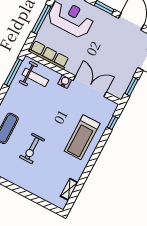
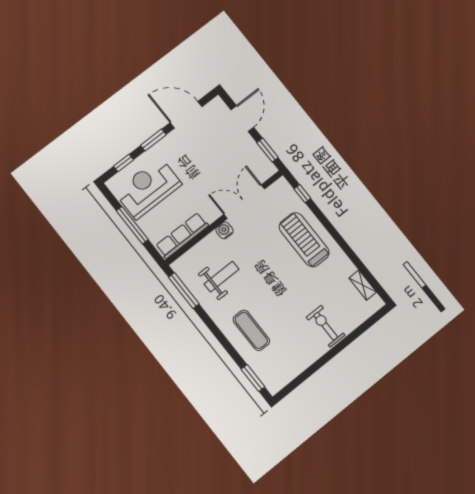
weight bench: (35, 77) -> (222, 277), moved
treadmill: (82, 137) -> (304, 240), turned 180
exercise bike: (32, 148) -> (326, 326), moved, turned 180

